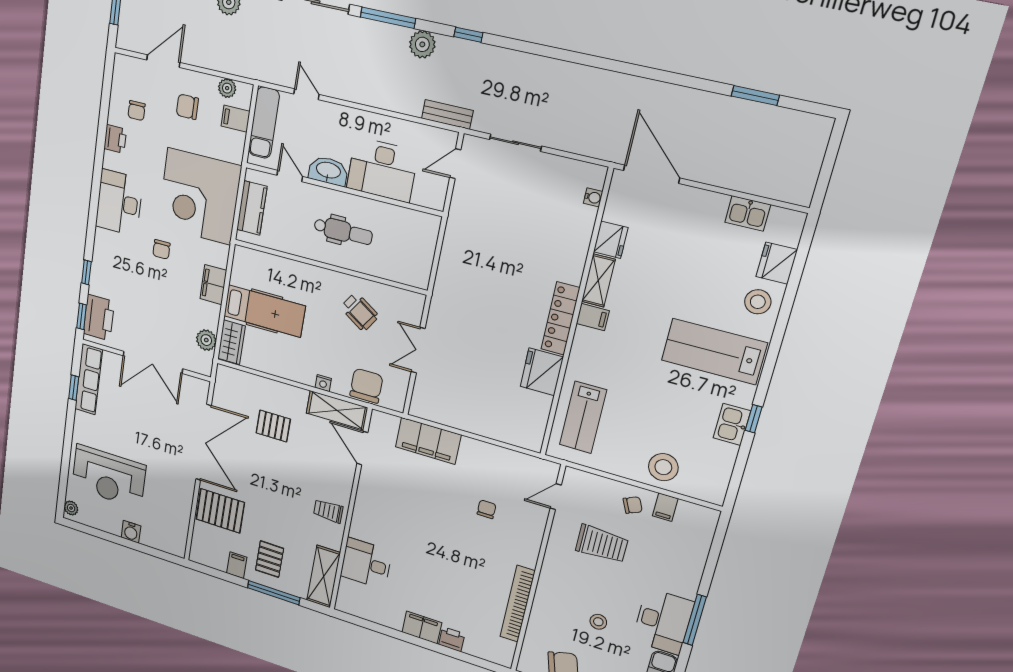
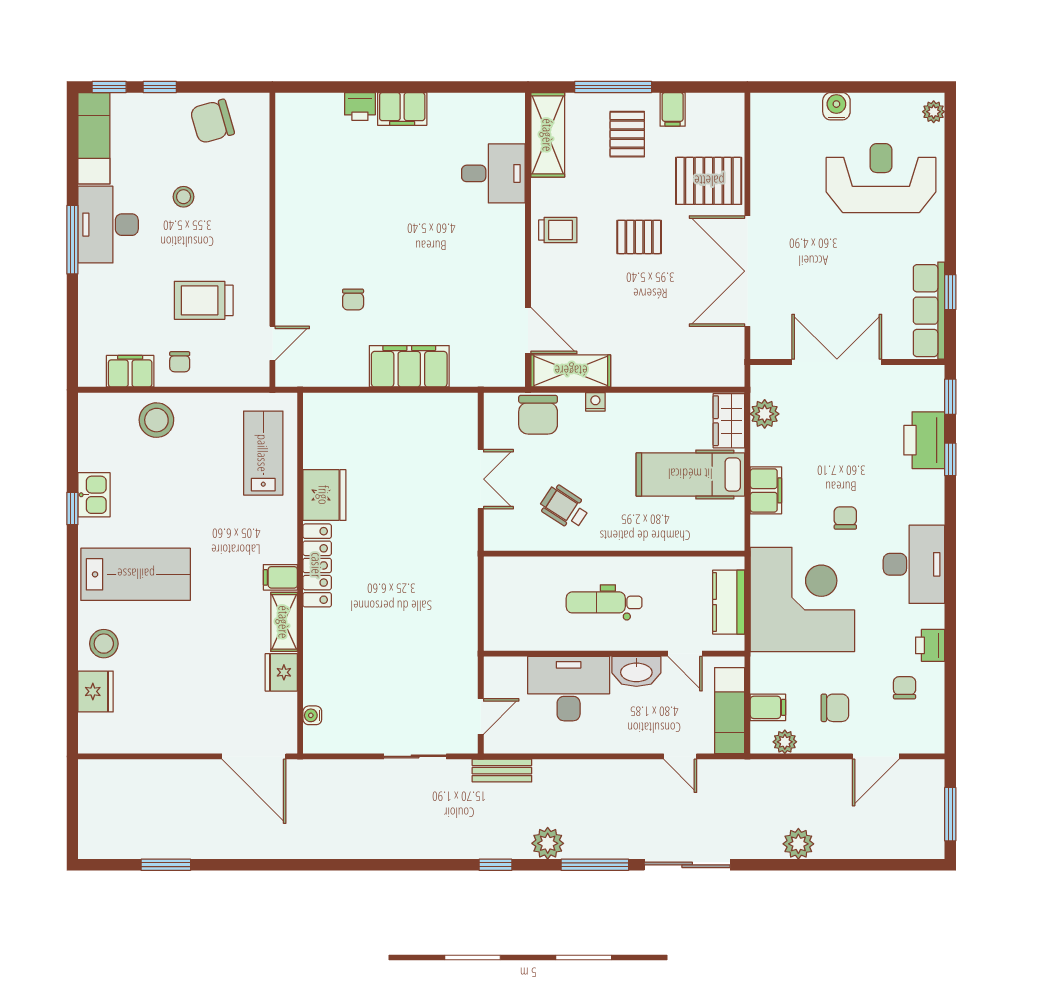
kitchen sink: (748, 213) -> (140, 738), removed
printer: (99, 318) -> (924, 440), moved
pallet: (273, 426) -> (639, 237), moved
filing cabinet: (428, 441) -> (409, 366), moved
chair: (633, 505) -> (180, 362), turned -66
filing cabinet: (665, 507) -> (130, 371), width x2.00
bookcase: (518, 604) -> (287, 186), removed

